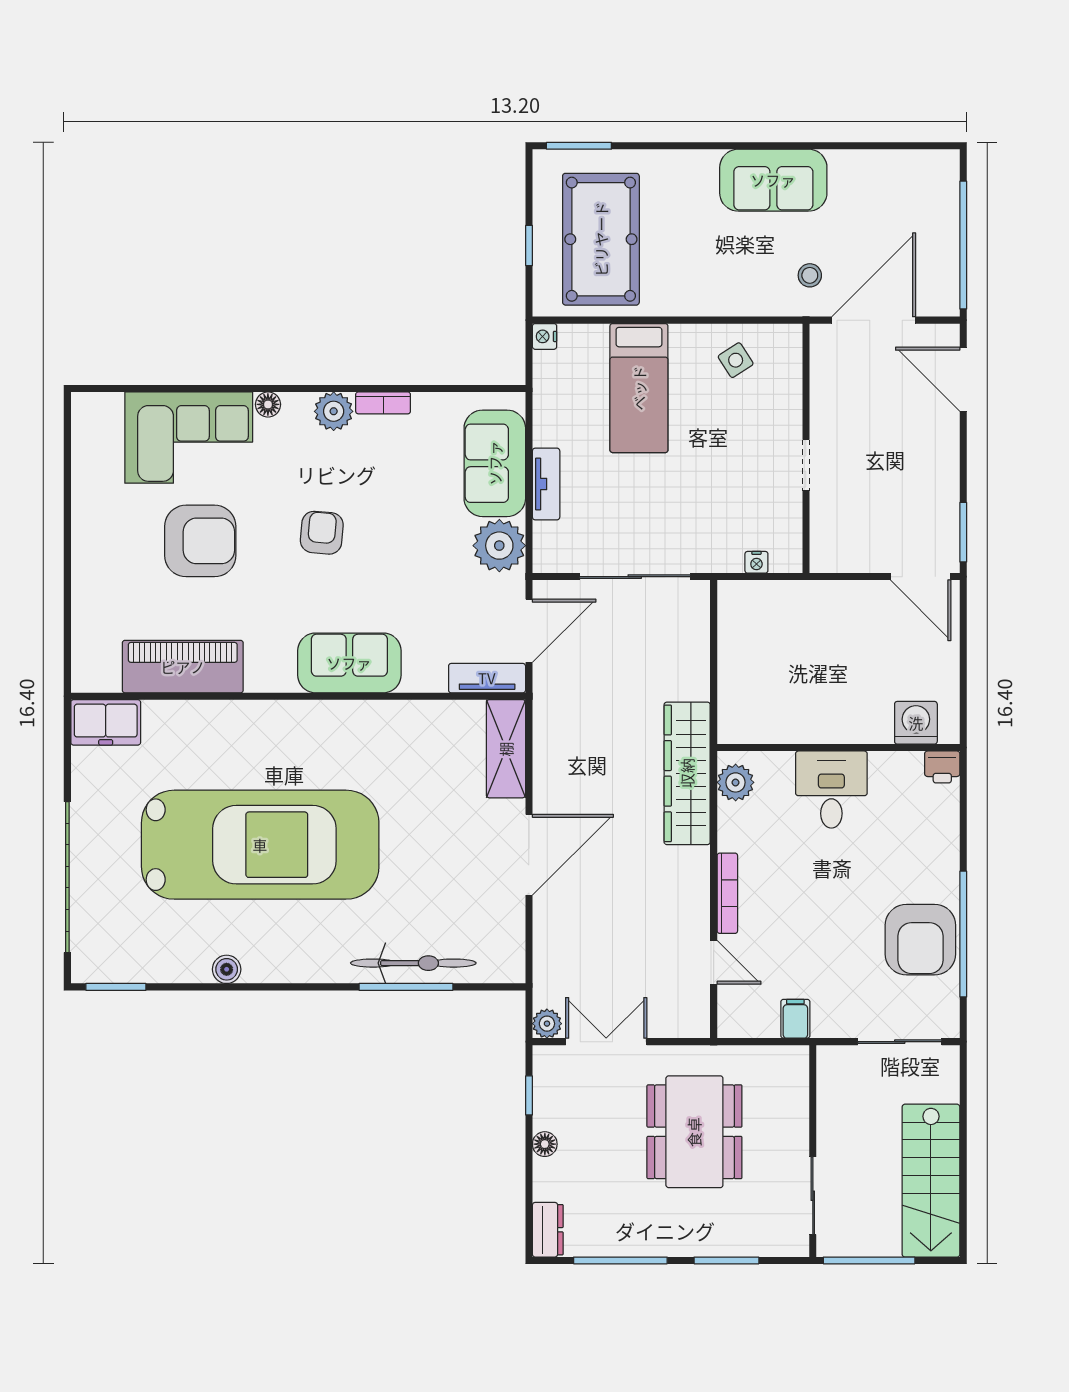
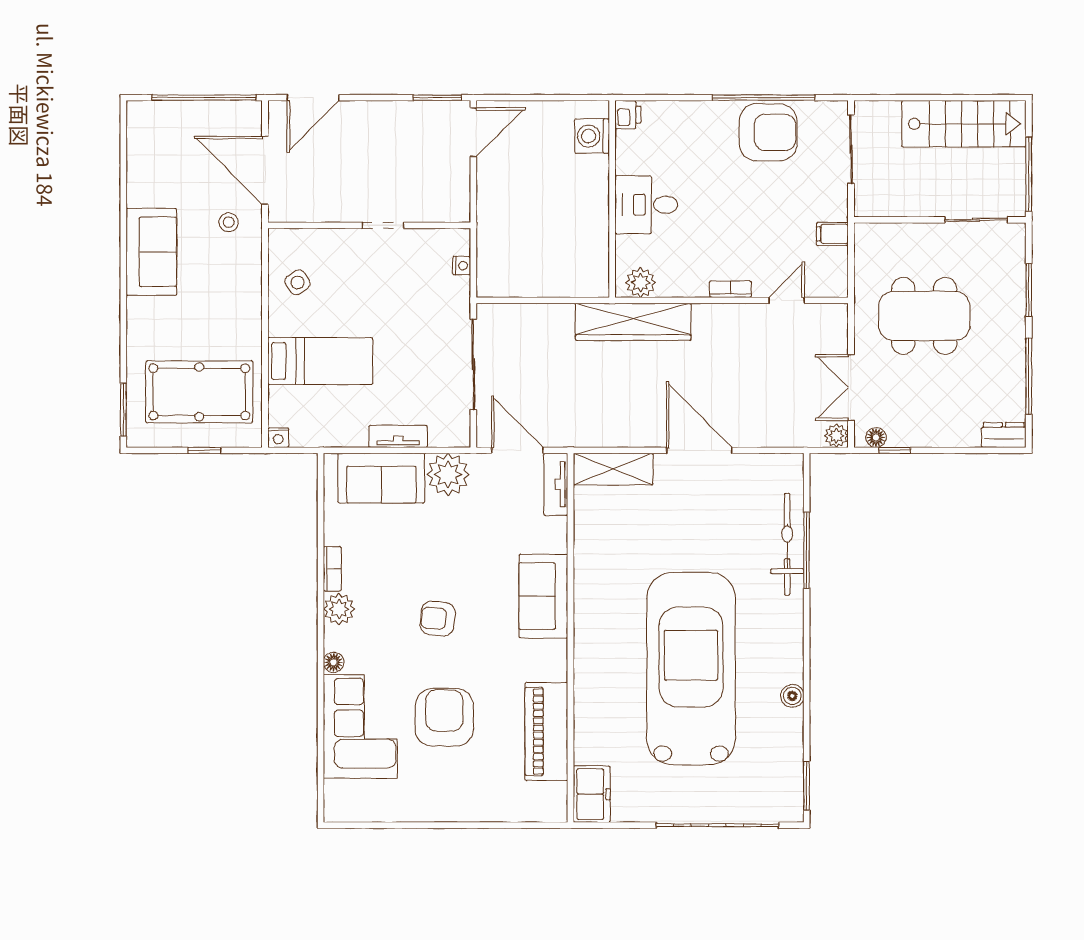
bookcase: (727, 893) -> (730, 289), width x0.64
floor lamp: (545, 1144) -> (876, 437), moved

